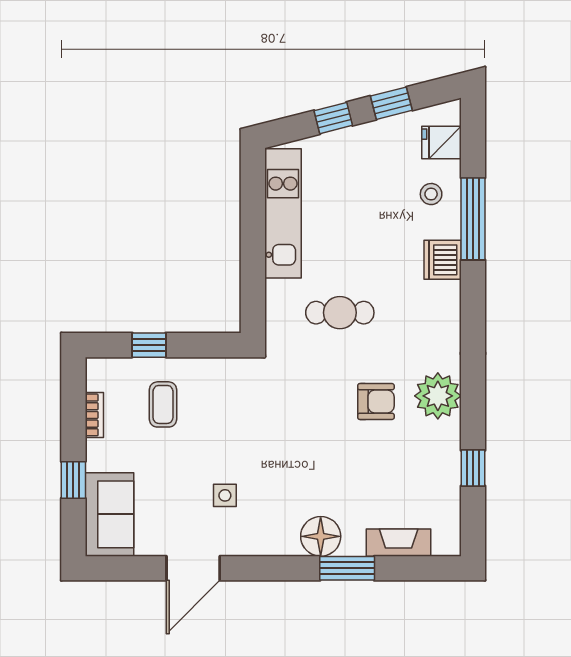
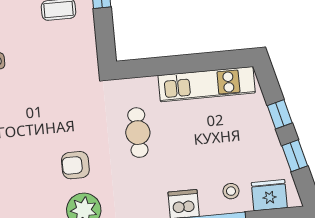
fridge: (441, 143) -> (269, 195), width x1.38
armchair: (376, 402) -> (75, 165), turned 90

